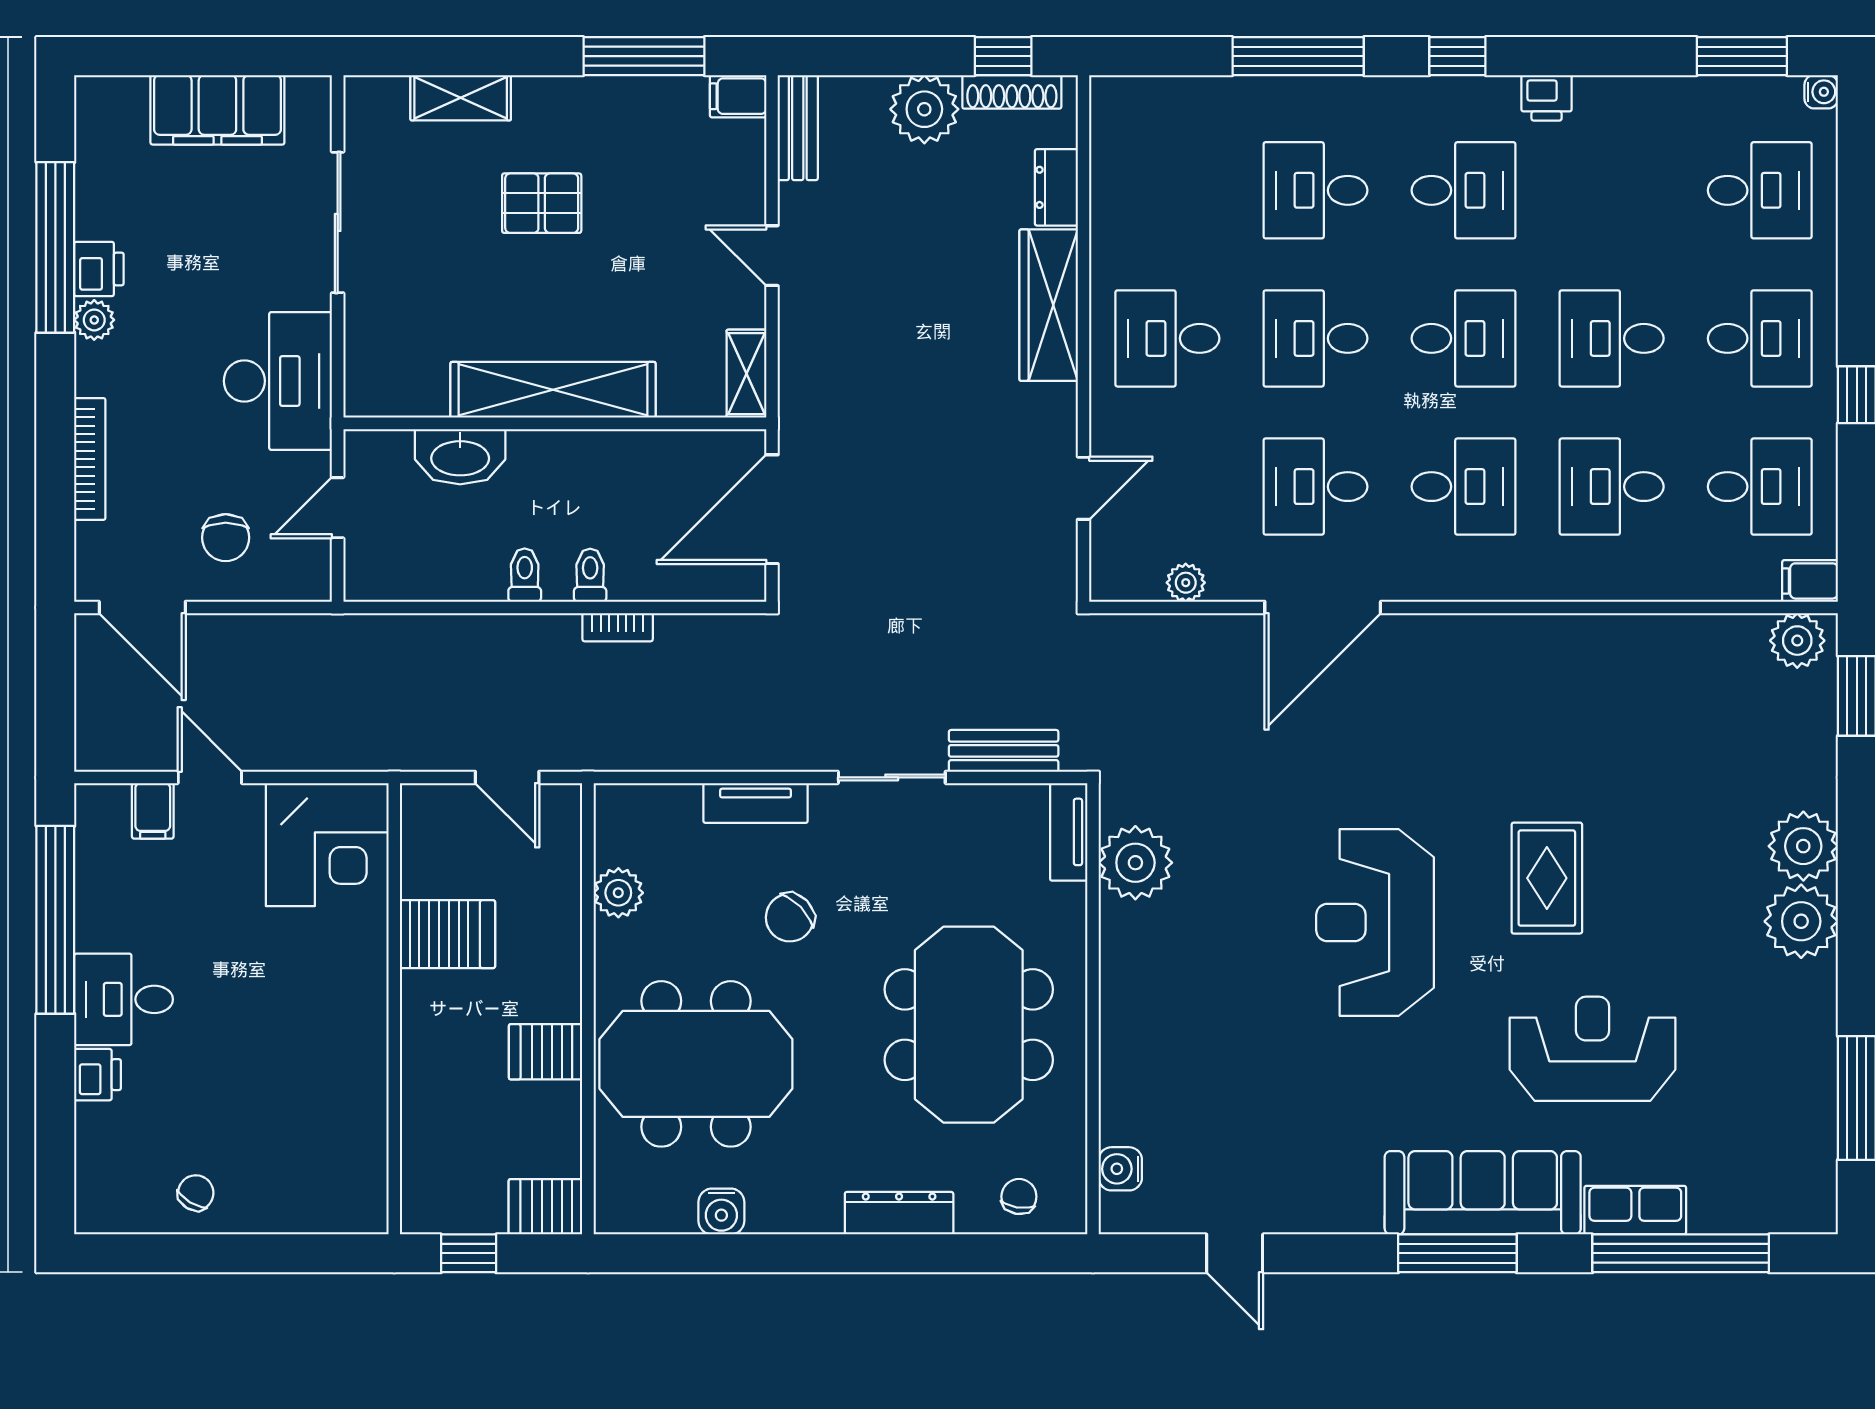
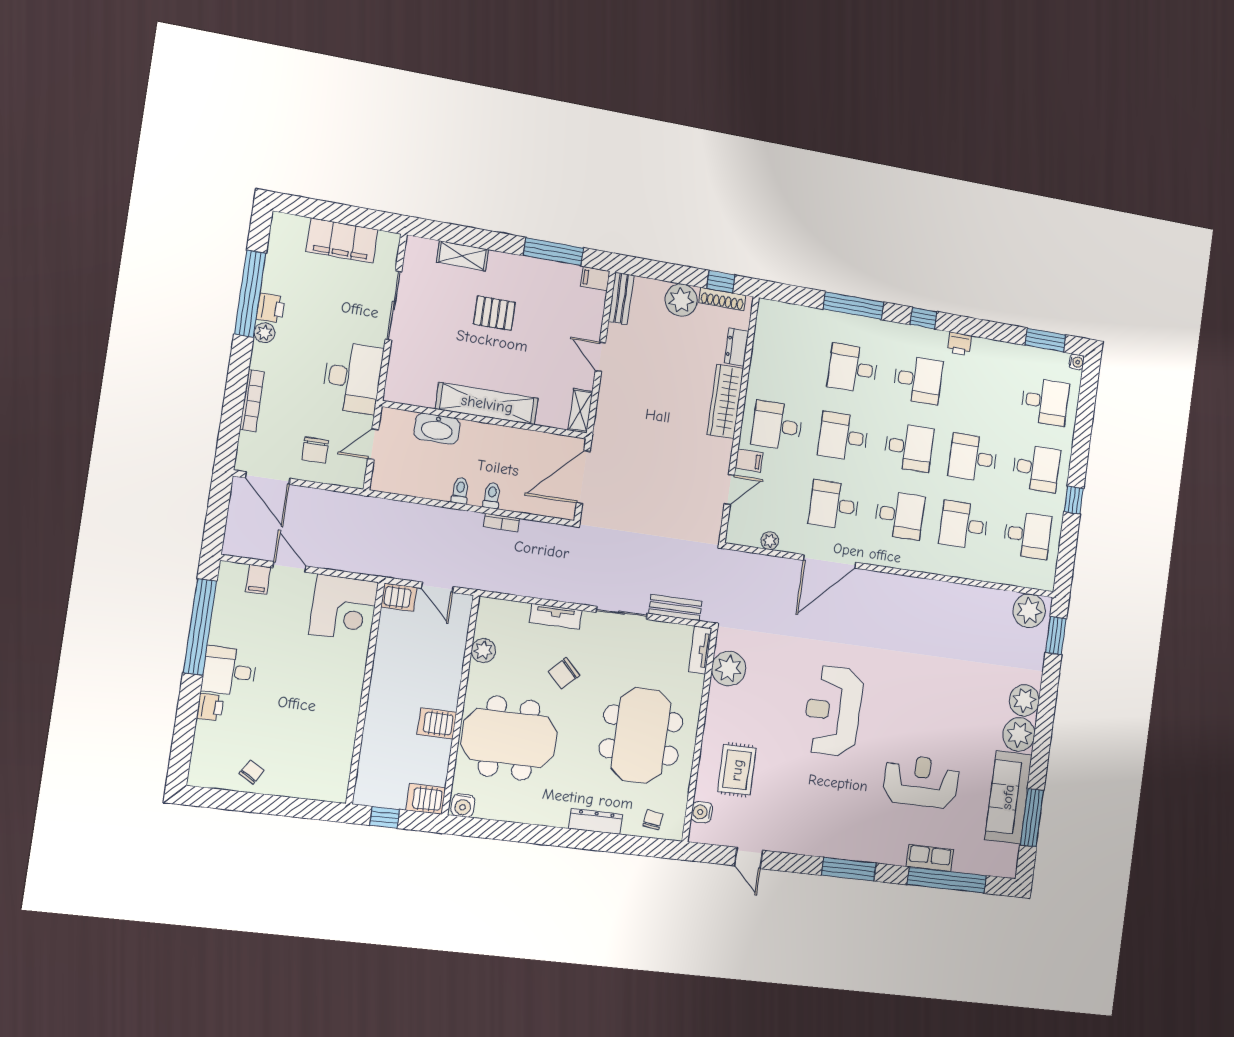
filing cabinet: (1810, 581) -> (749, 460), moved, turned 180
plant: (1797, 641) -> (1029, 611), width x1.36, depth x1.36
rug: (1547, 878) -> (737, 770), moved
server rack: (448, 934) -> (399, 597), moved, width x0.73, depth x0.70
sofa: (1483, 1193) -> (1008, 797), moved, turned -90
water cooler: (721, 1211) -> (463, 805), moved

